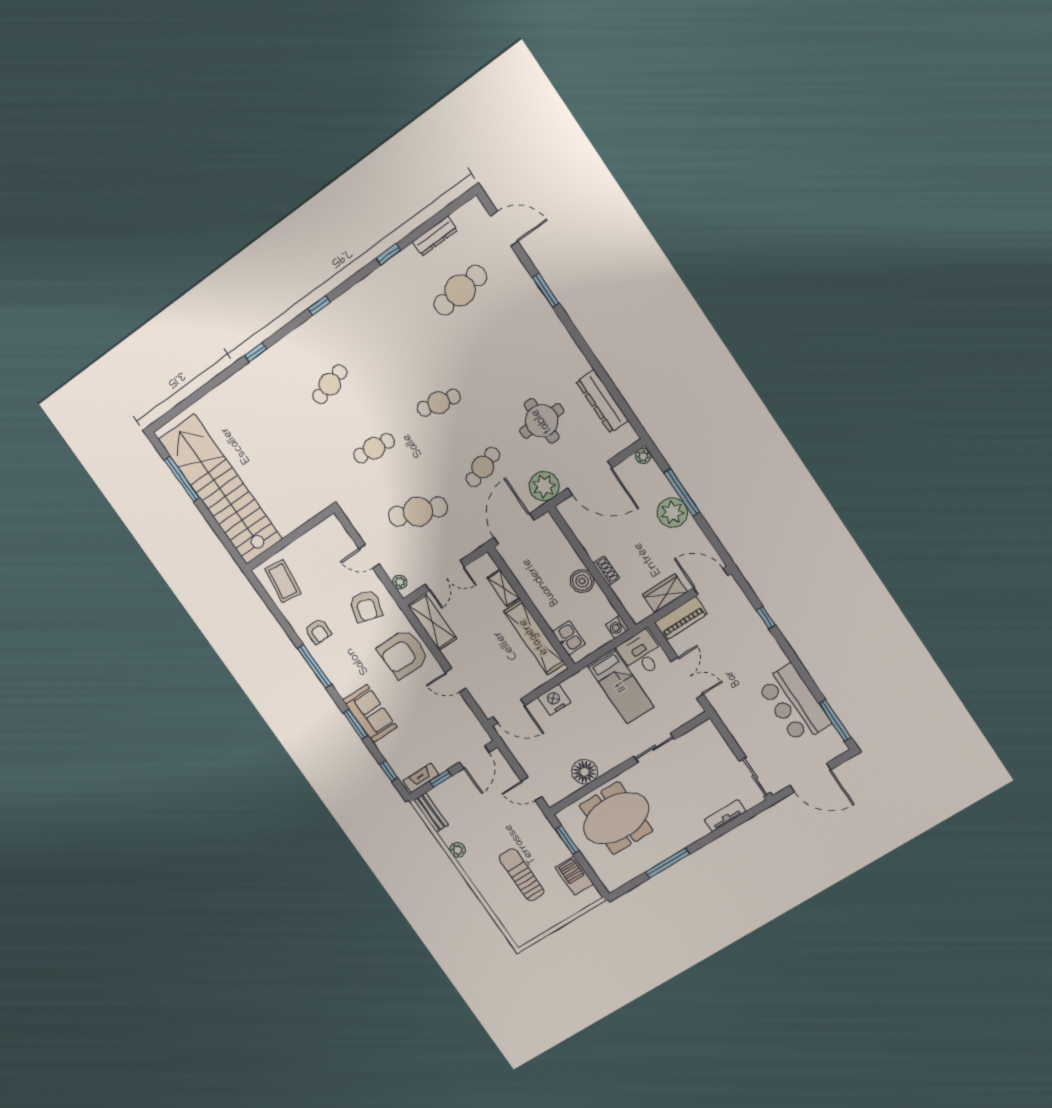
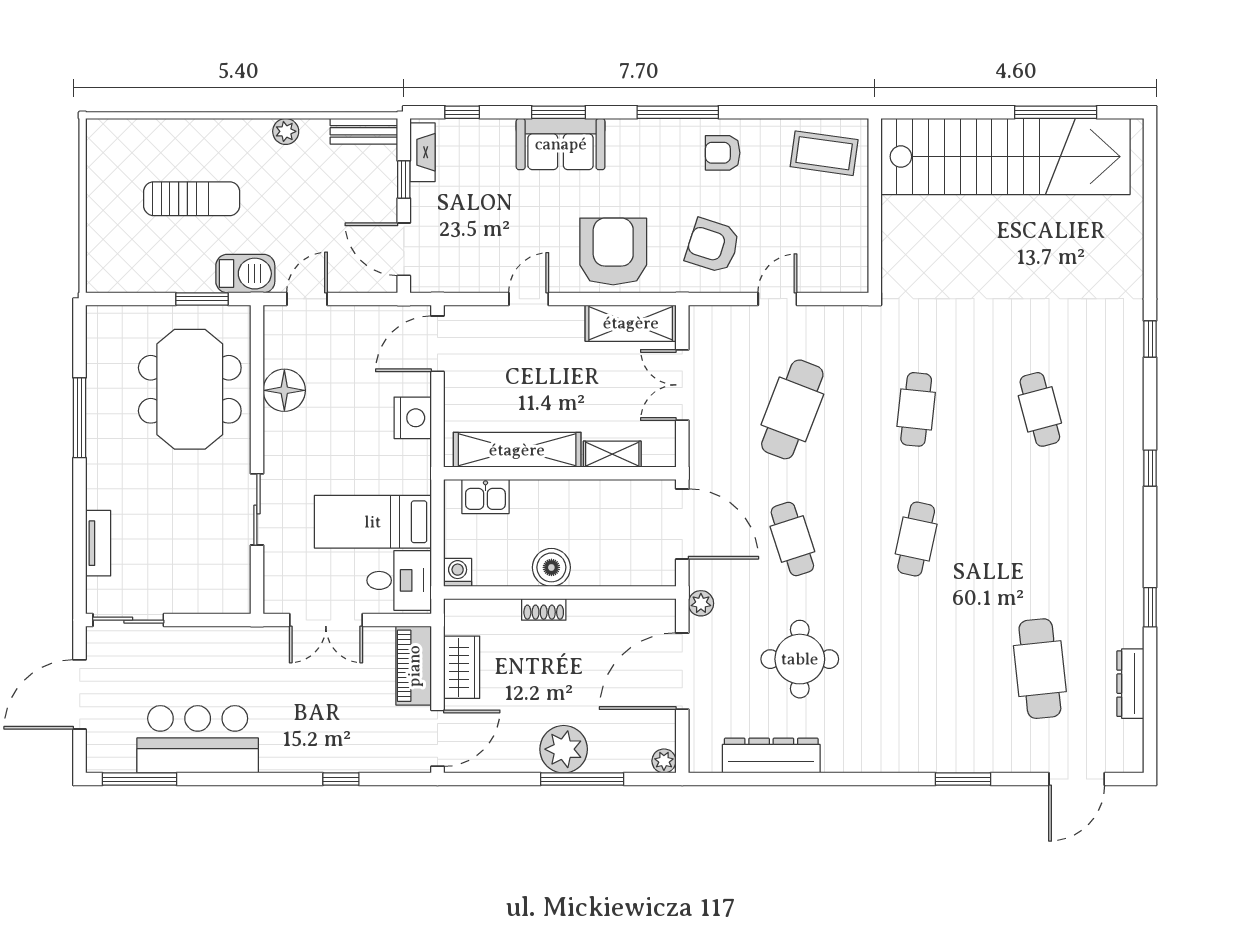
plant: (544, 486) -> (701, 603), width x0.53, depth x0.53
plant: (400, 582) -> (715, 317), removed
barbecue: (574, 876) -> (245, 274), moved

